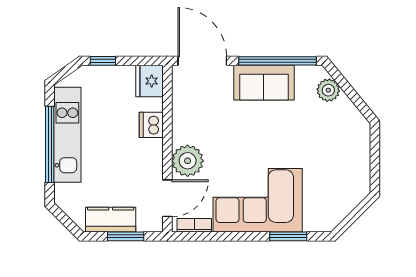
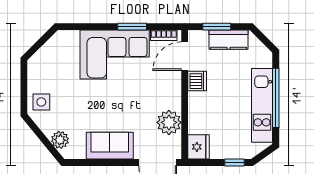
window: (278, 61) -> (99, 163), removed
dishwasher: (151, 125) -> (197, 81), moved
side table: (352, 139) -> (41, 102), added
plant: (188, 161) -> (169, 122), moved
window: (288, 236) -> (132, 27), moved

